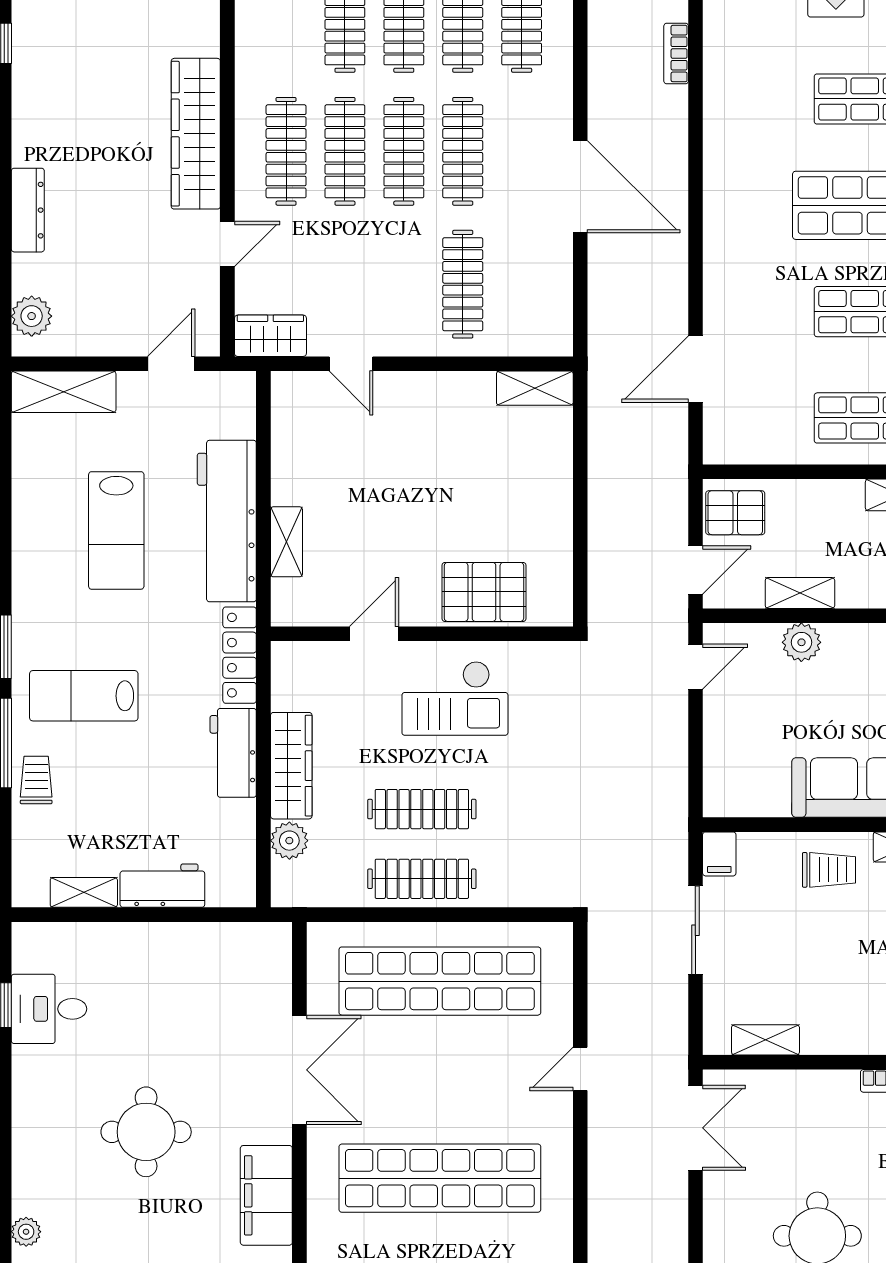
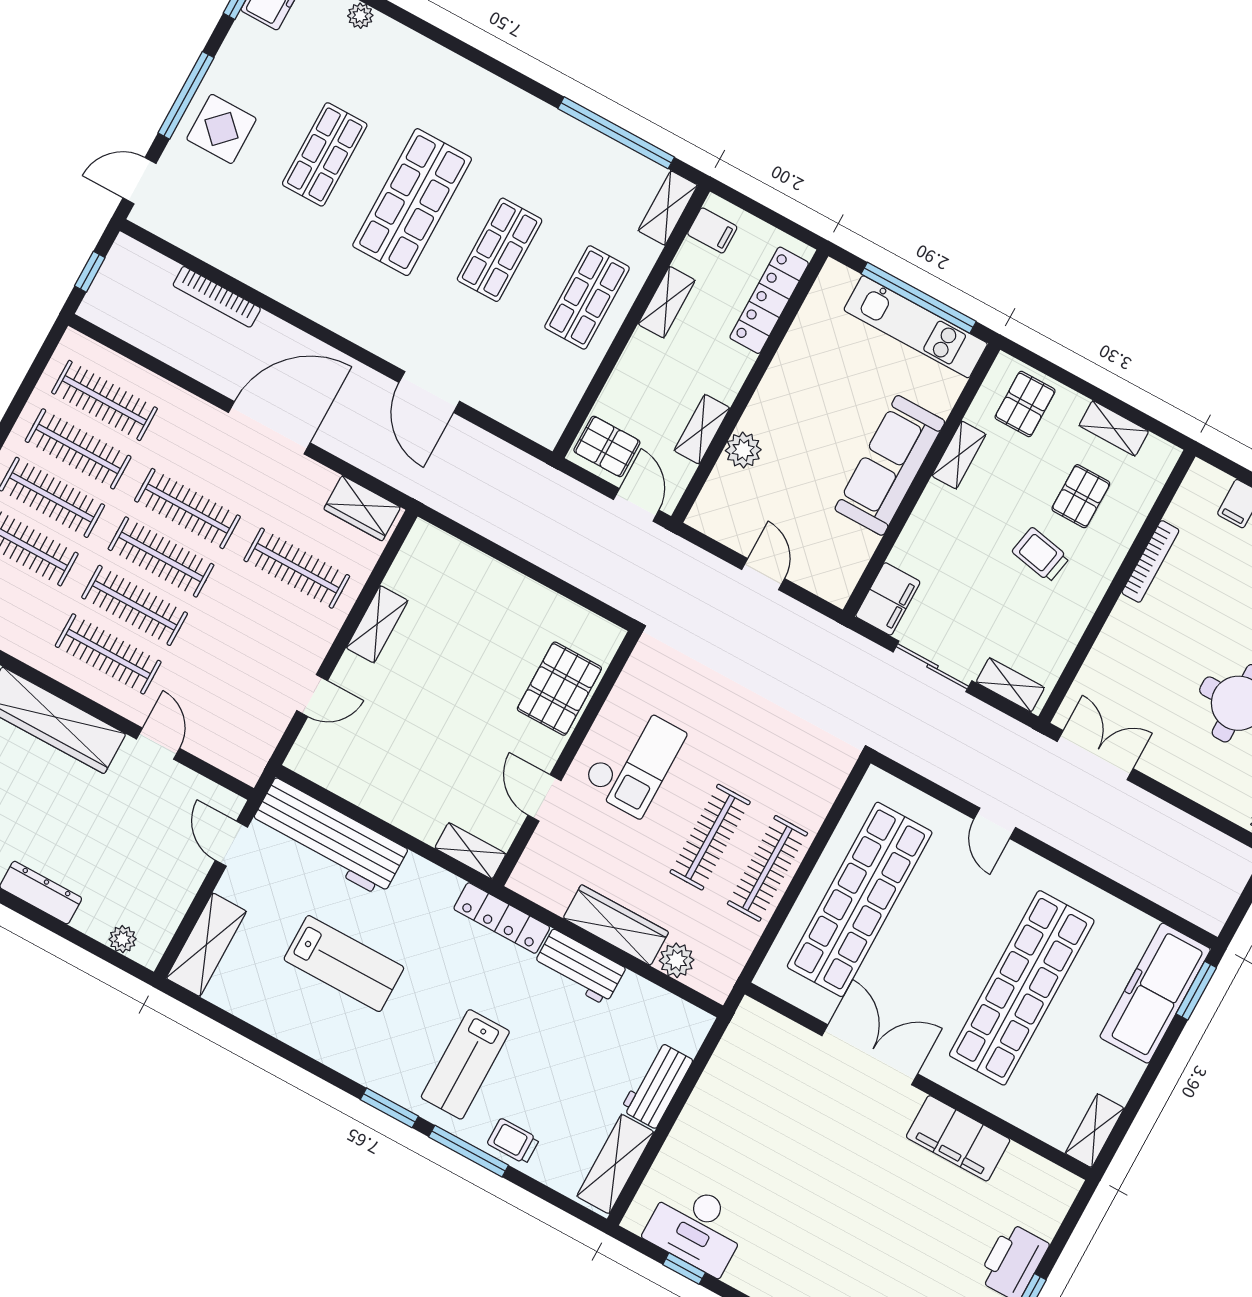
bookcase: (676, 54) -> (217, 297), width x1.56
plant: (32, 316) -> (123, 939), width x0.73, depth x0.73
wardrobe: (270, 336) -> (362, 508), moved, turned -90
door: (695, 369) -> (429, 392), moved
shelving: (535, 388) -> (377, 624), moved
pallet: (735, 513) -> (607, 446), turned 90
workbench: (227, 521) -> (329, 837), moved
shelving: (286, 542) -> (470, 851), moved
door: (695, 667) -> (763, 574), moved
filing cabinet: (719, 854) -> (888, 599), width x2.00
trolley: (829, 870) -> (1041, 555), moved, turned -79
shelving: (84, 892) -> (615, 1164), width x1.50, depth x1.33
desk: (49, 1009) -> (697, 1228), width x1.37
shelving: (765, 1040) -> (1010, 685), moved, turned 90
round table: (146, 1132) -> (852, 1209), removed

